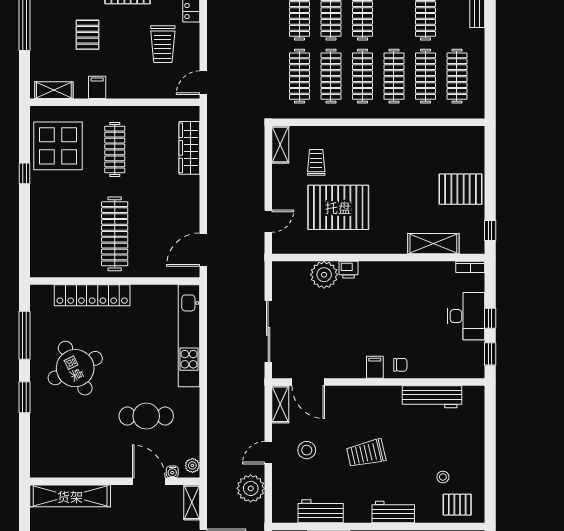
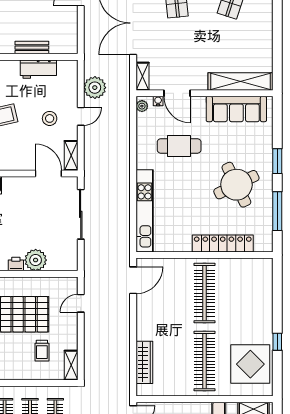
clothes rail: (115, 149) -> (205, 361), width x1.37, depth x1.31
sofa: (75, 462) -> (236, 109), added

